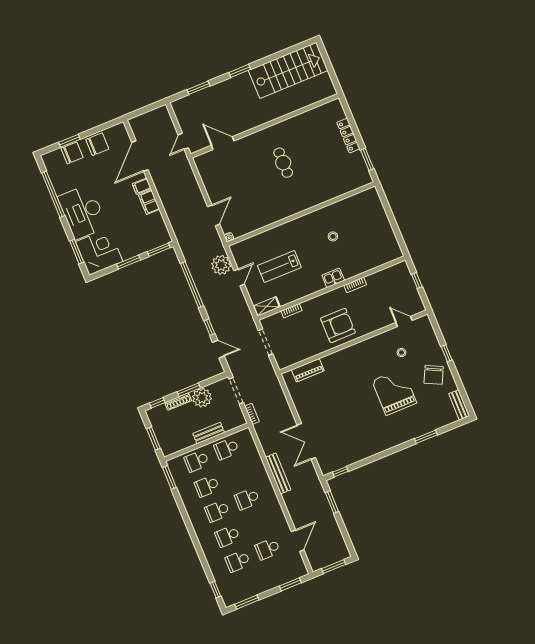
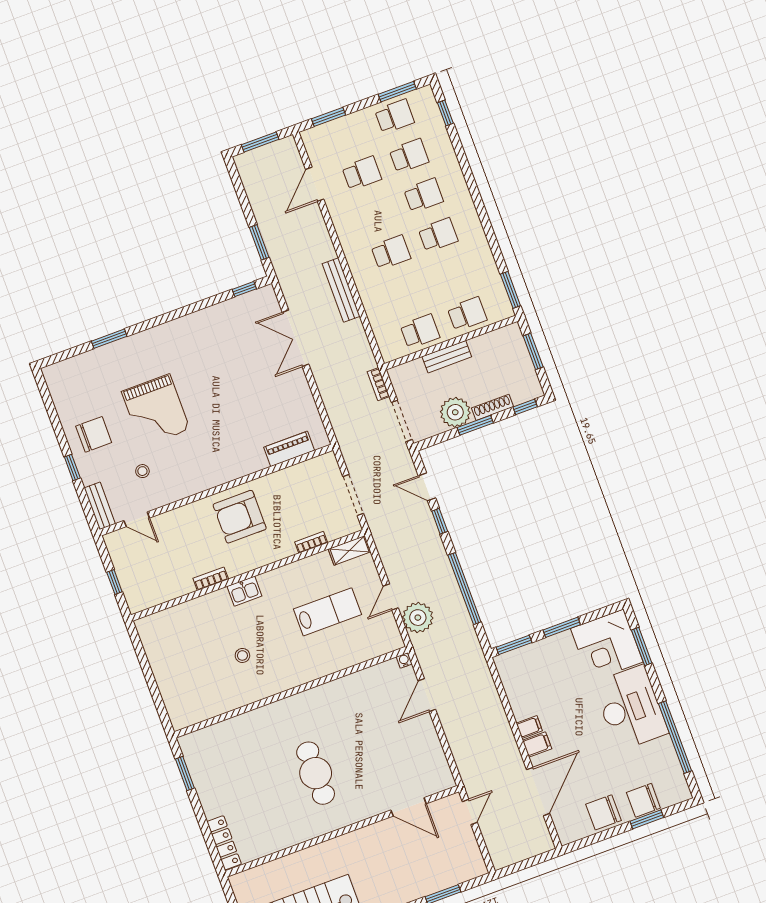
locker: (348, 136) -> (224, 843), moved
cafe table: (283, 163) -> (316, 773), width x1.37, depth x1.35
filing cabinet: (149, 202) -> (529, 727), width x0.50
chair: (434, 375) -> (94, 434), turned 64
bench: (459, 405) -> (100, 506), moved
double door: (306, 441) -> (295, 338), swing flipped
school desk: (207, 486) -> (394, 116), moved

